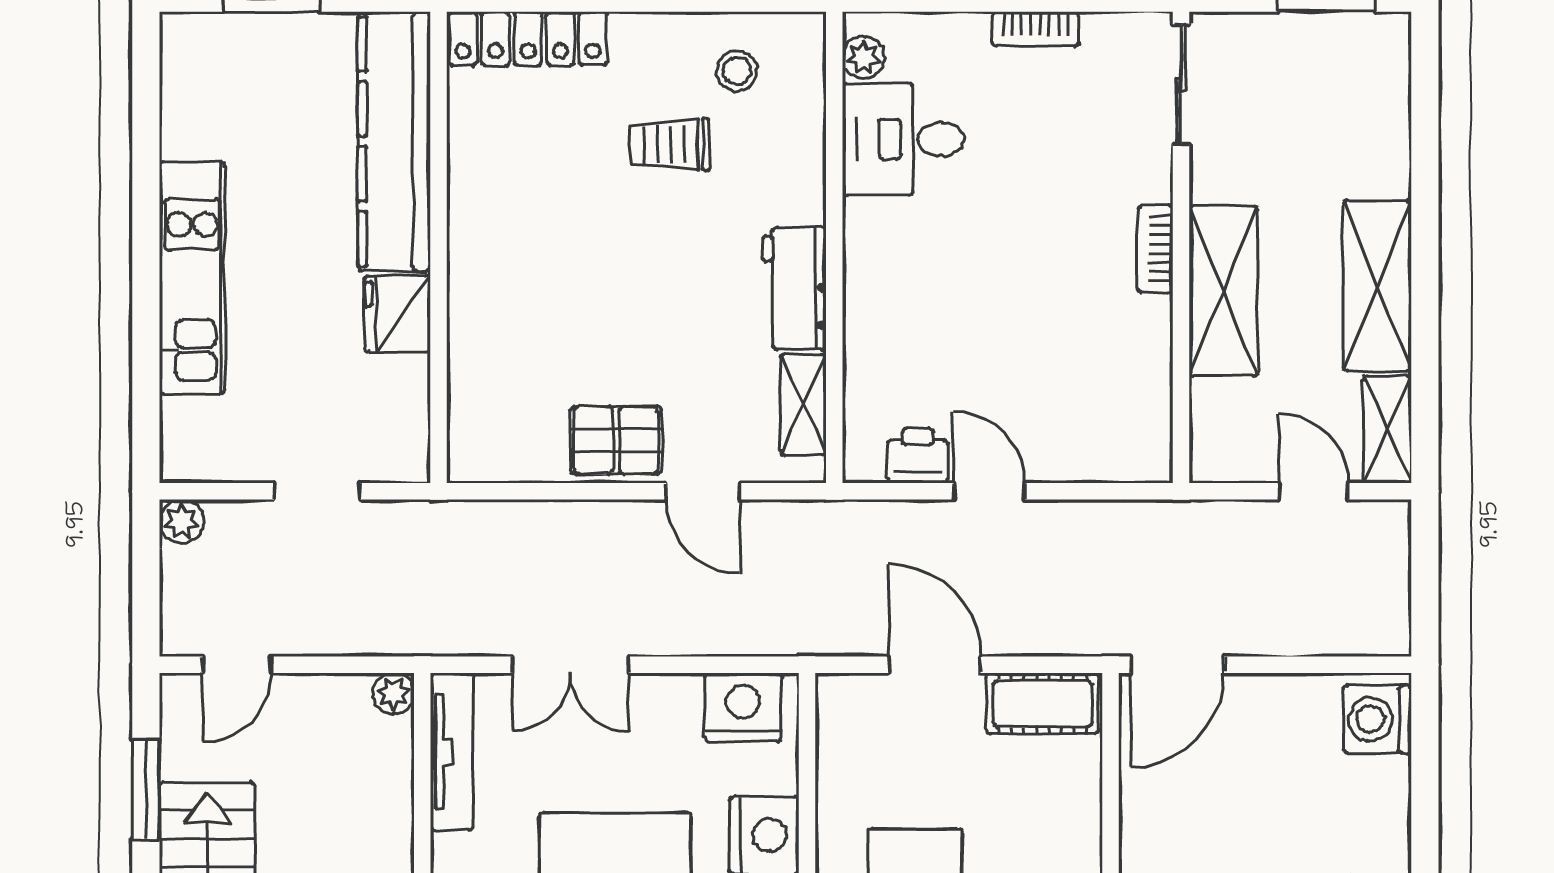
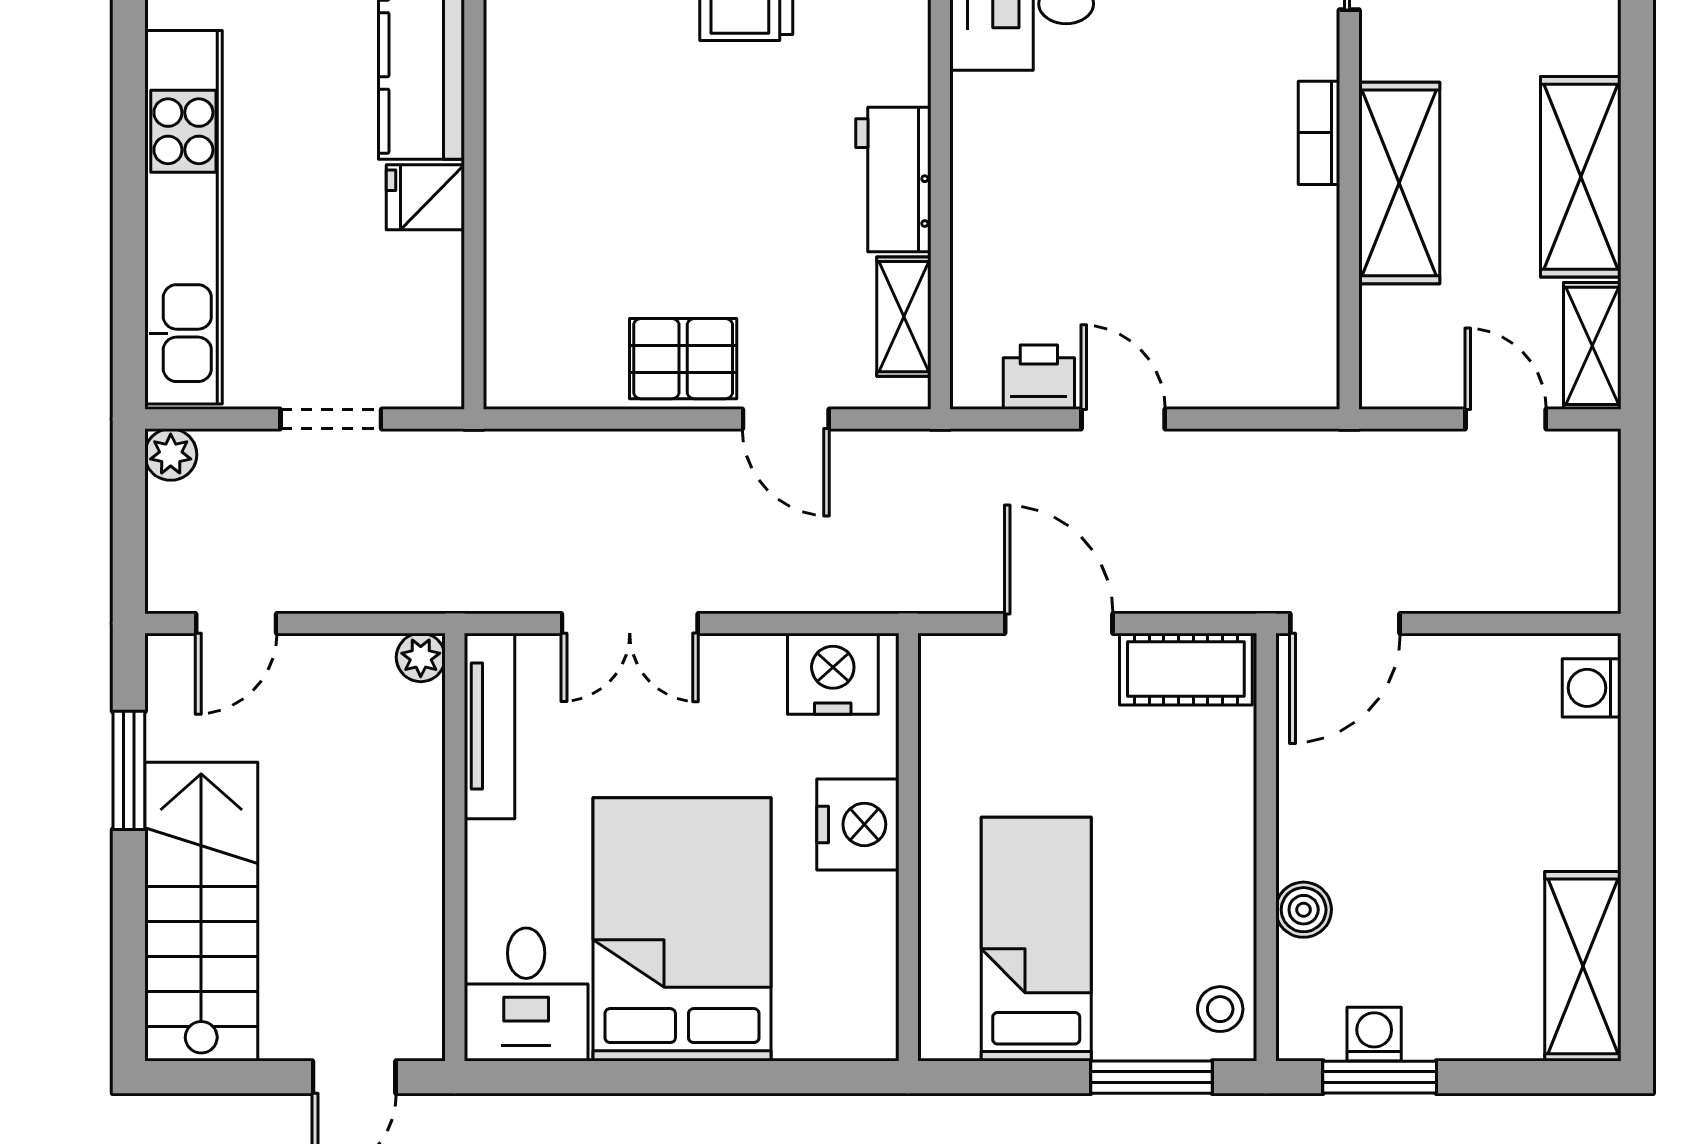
kitchen unit: (192, 278) -> (183, 217), width x1.36
fridge: (397, 314) -> (425, 197), width x0.72
washing machine: (1377, 719) -> (1592, 688), width x0.73, depth x0.73

